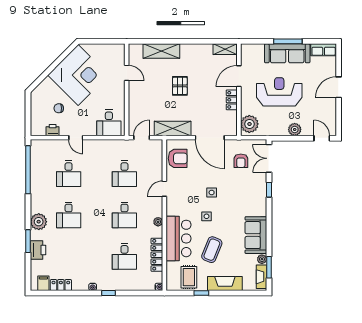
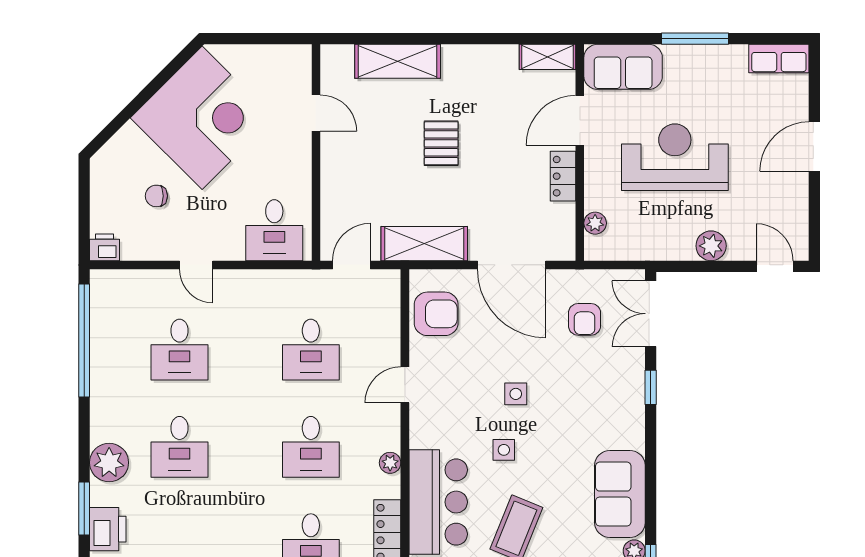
sofa: (287, 53) -> (623, 67), moved, width x0.73
plant: (249, 124) -> (595, 223), width x0.53, depth x0.53
printer: (53, 130) -> (105, 247), moved

